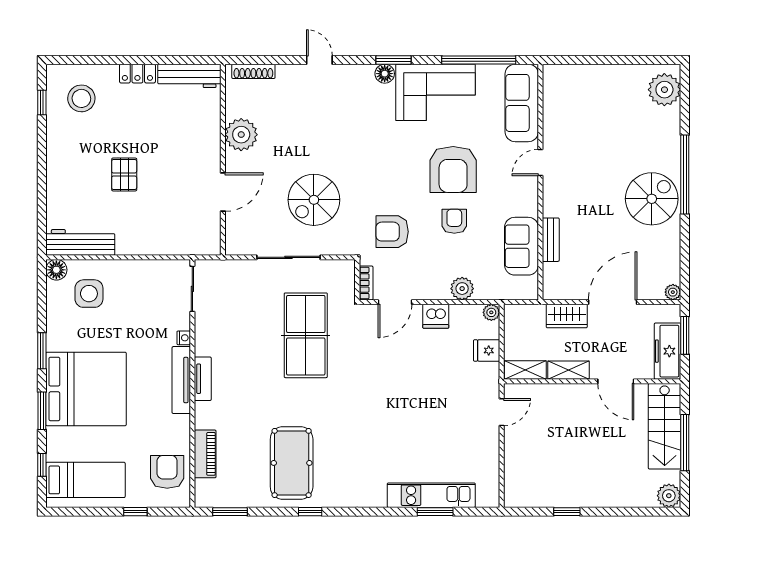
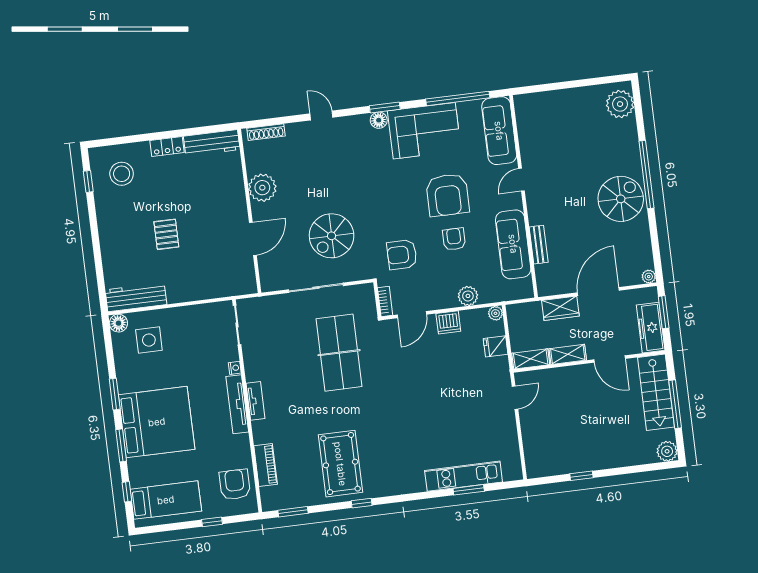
sofa: (522, 246) -> (513, 244), width x1.36

